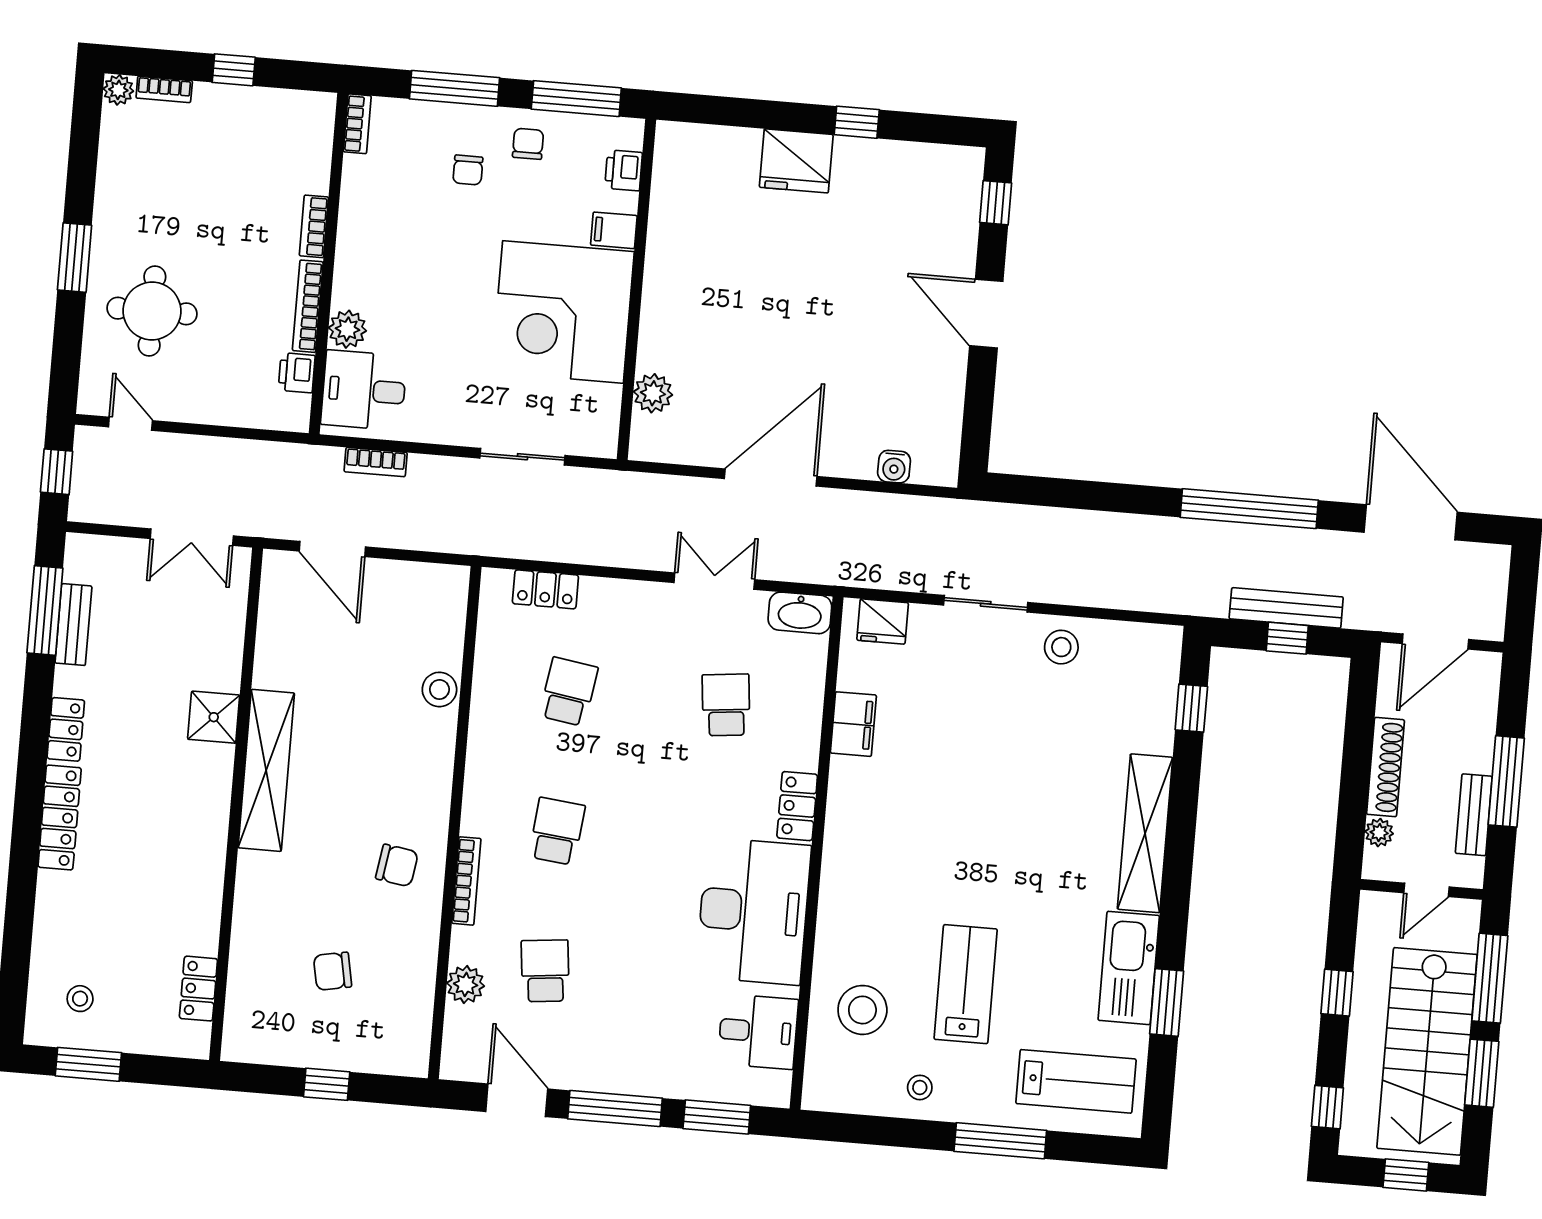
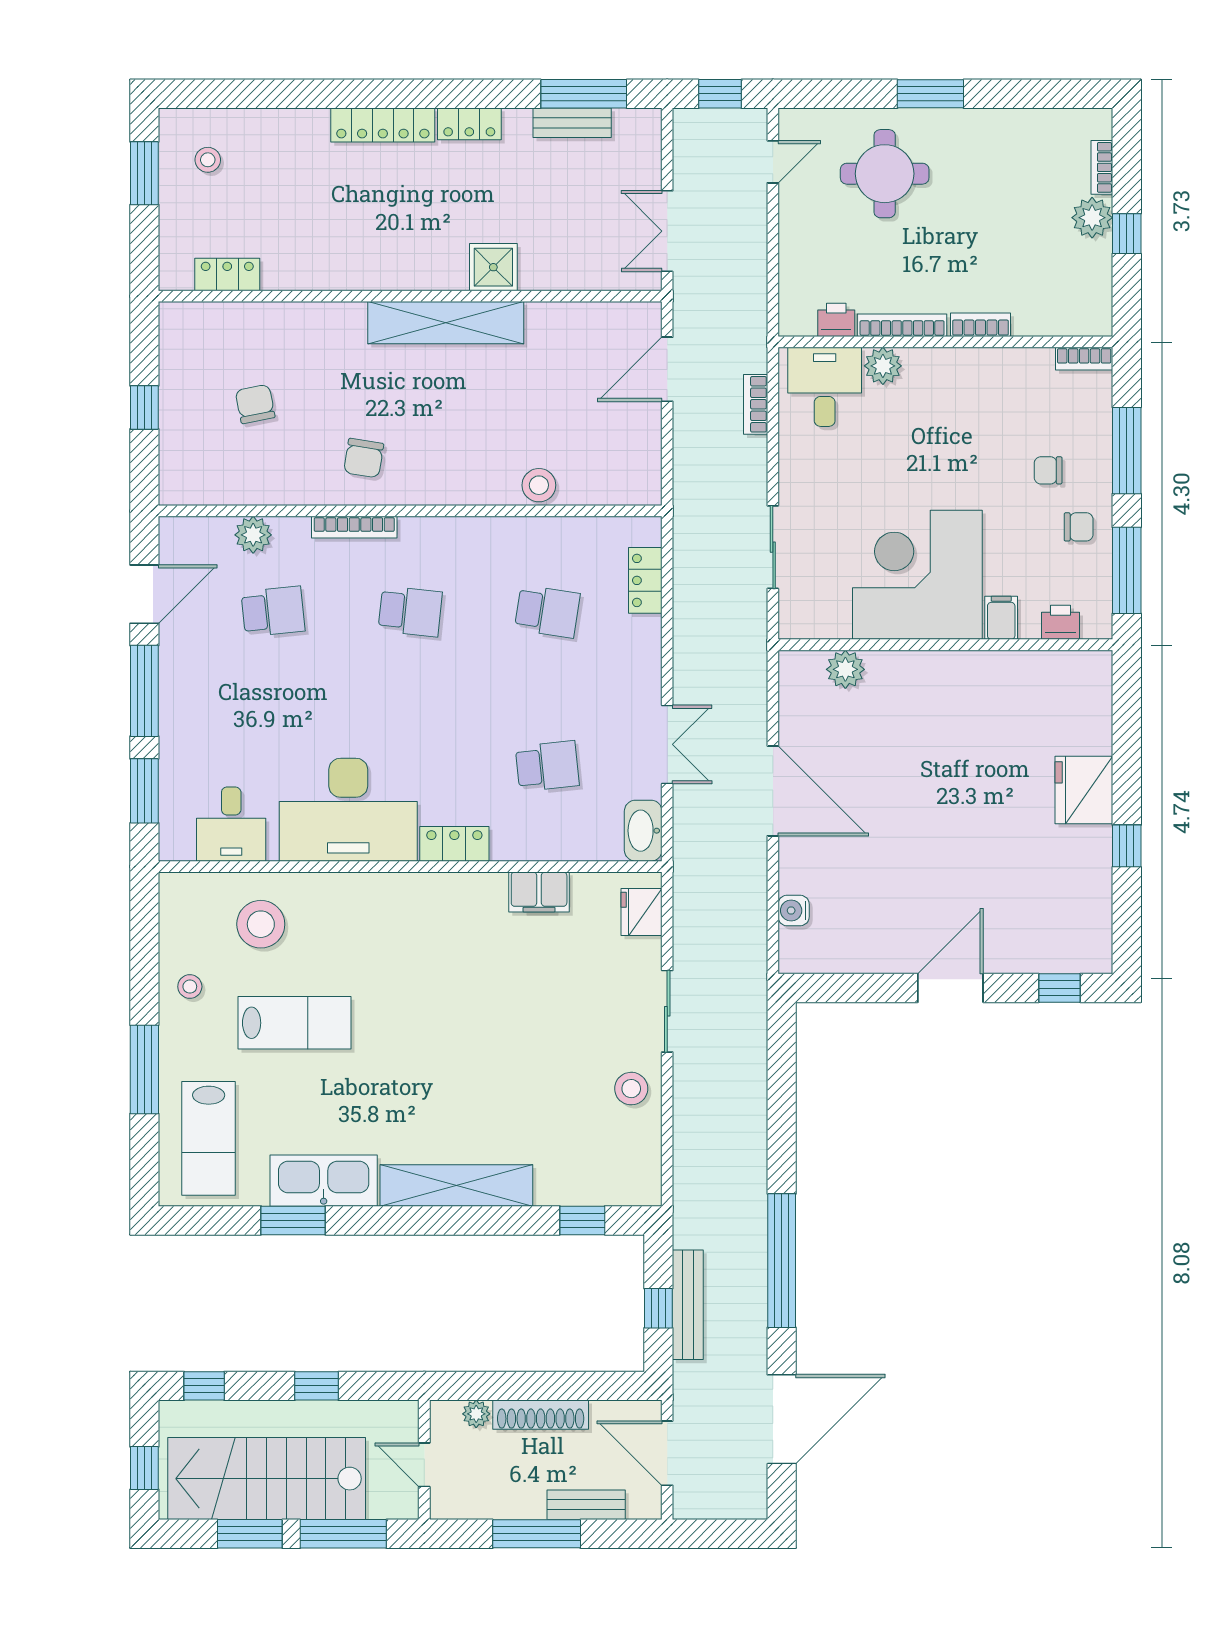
plant: (118, 90) -> (1092, 218), moved, width x1.38, depth x1.38
bench: (1474, 815) -> (586, 1505), moved

